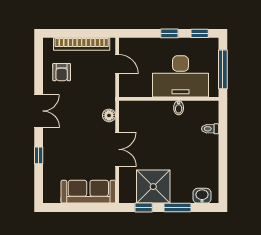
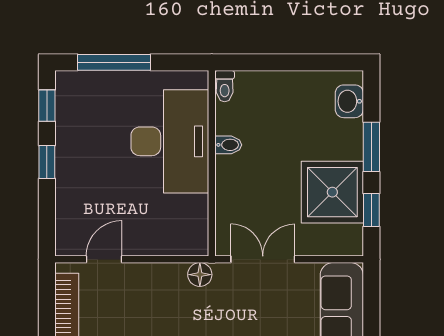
desk: (181, 76) -> (170, 141), moved
wall: (169, 99) -> (212, 163), moved
bidet: (179, 108) -> (228, 145), moved

